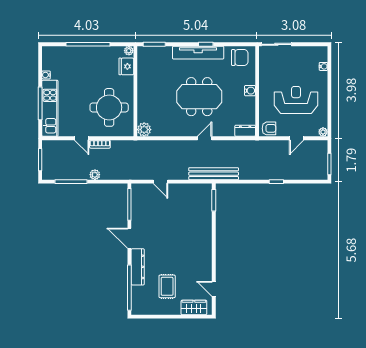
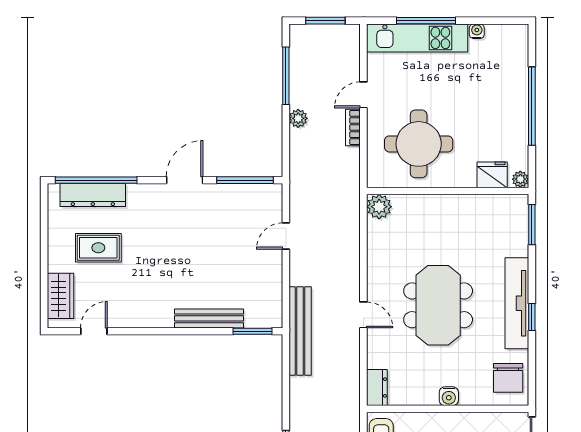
bench: (207, 225) -> (209, 318), added
dresser: (138, 267) -> (93, 195), moved

